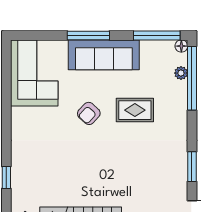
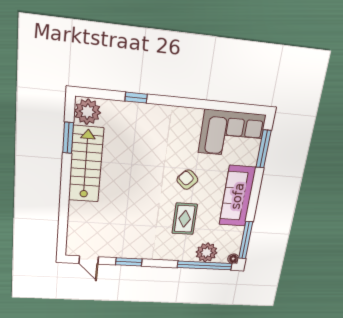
window: (88, 35) -> (264, 149), moved
plant: (181, 73) -> (206, 252), width x1.88, depth x1.88

